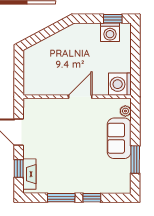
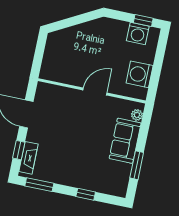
washing machine: (120, 84) -> (140, 74), moved
window: (61, 198) -> (39, 185), moved

